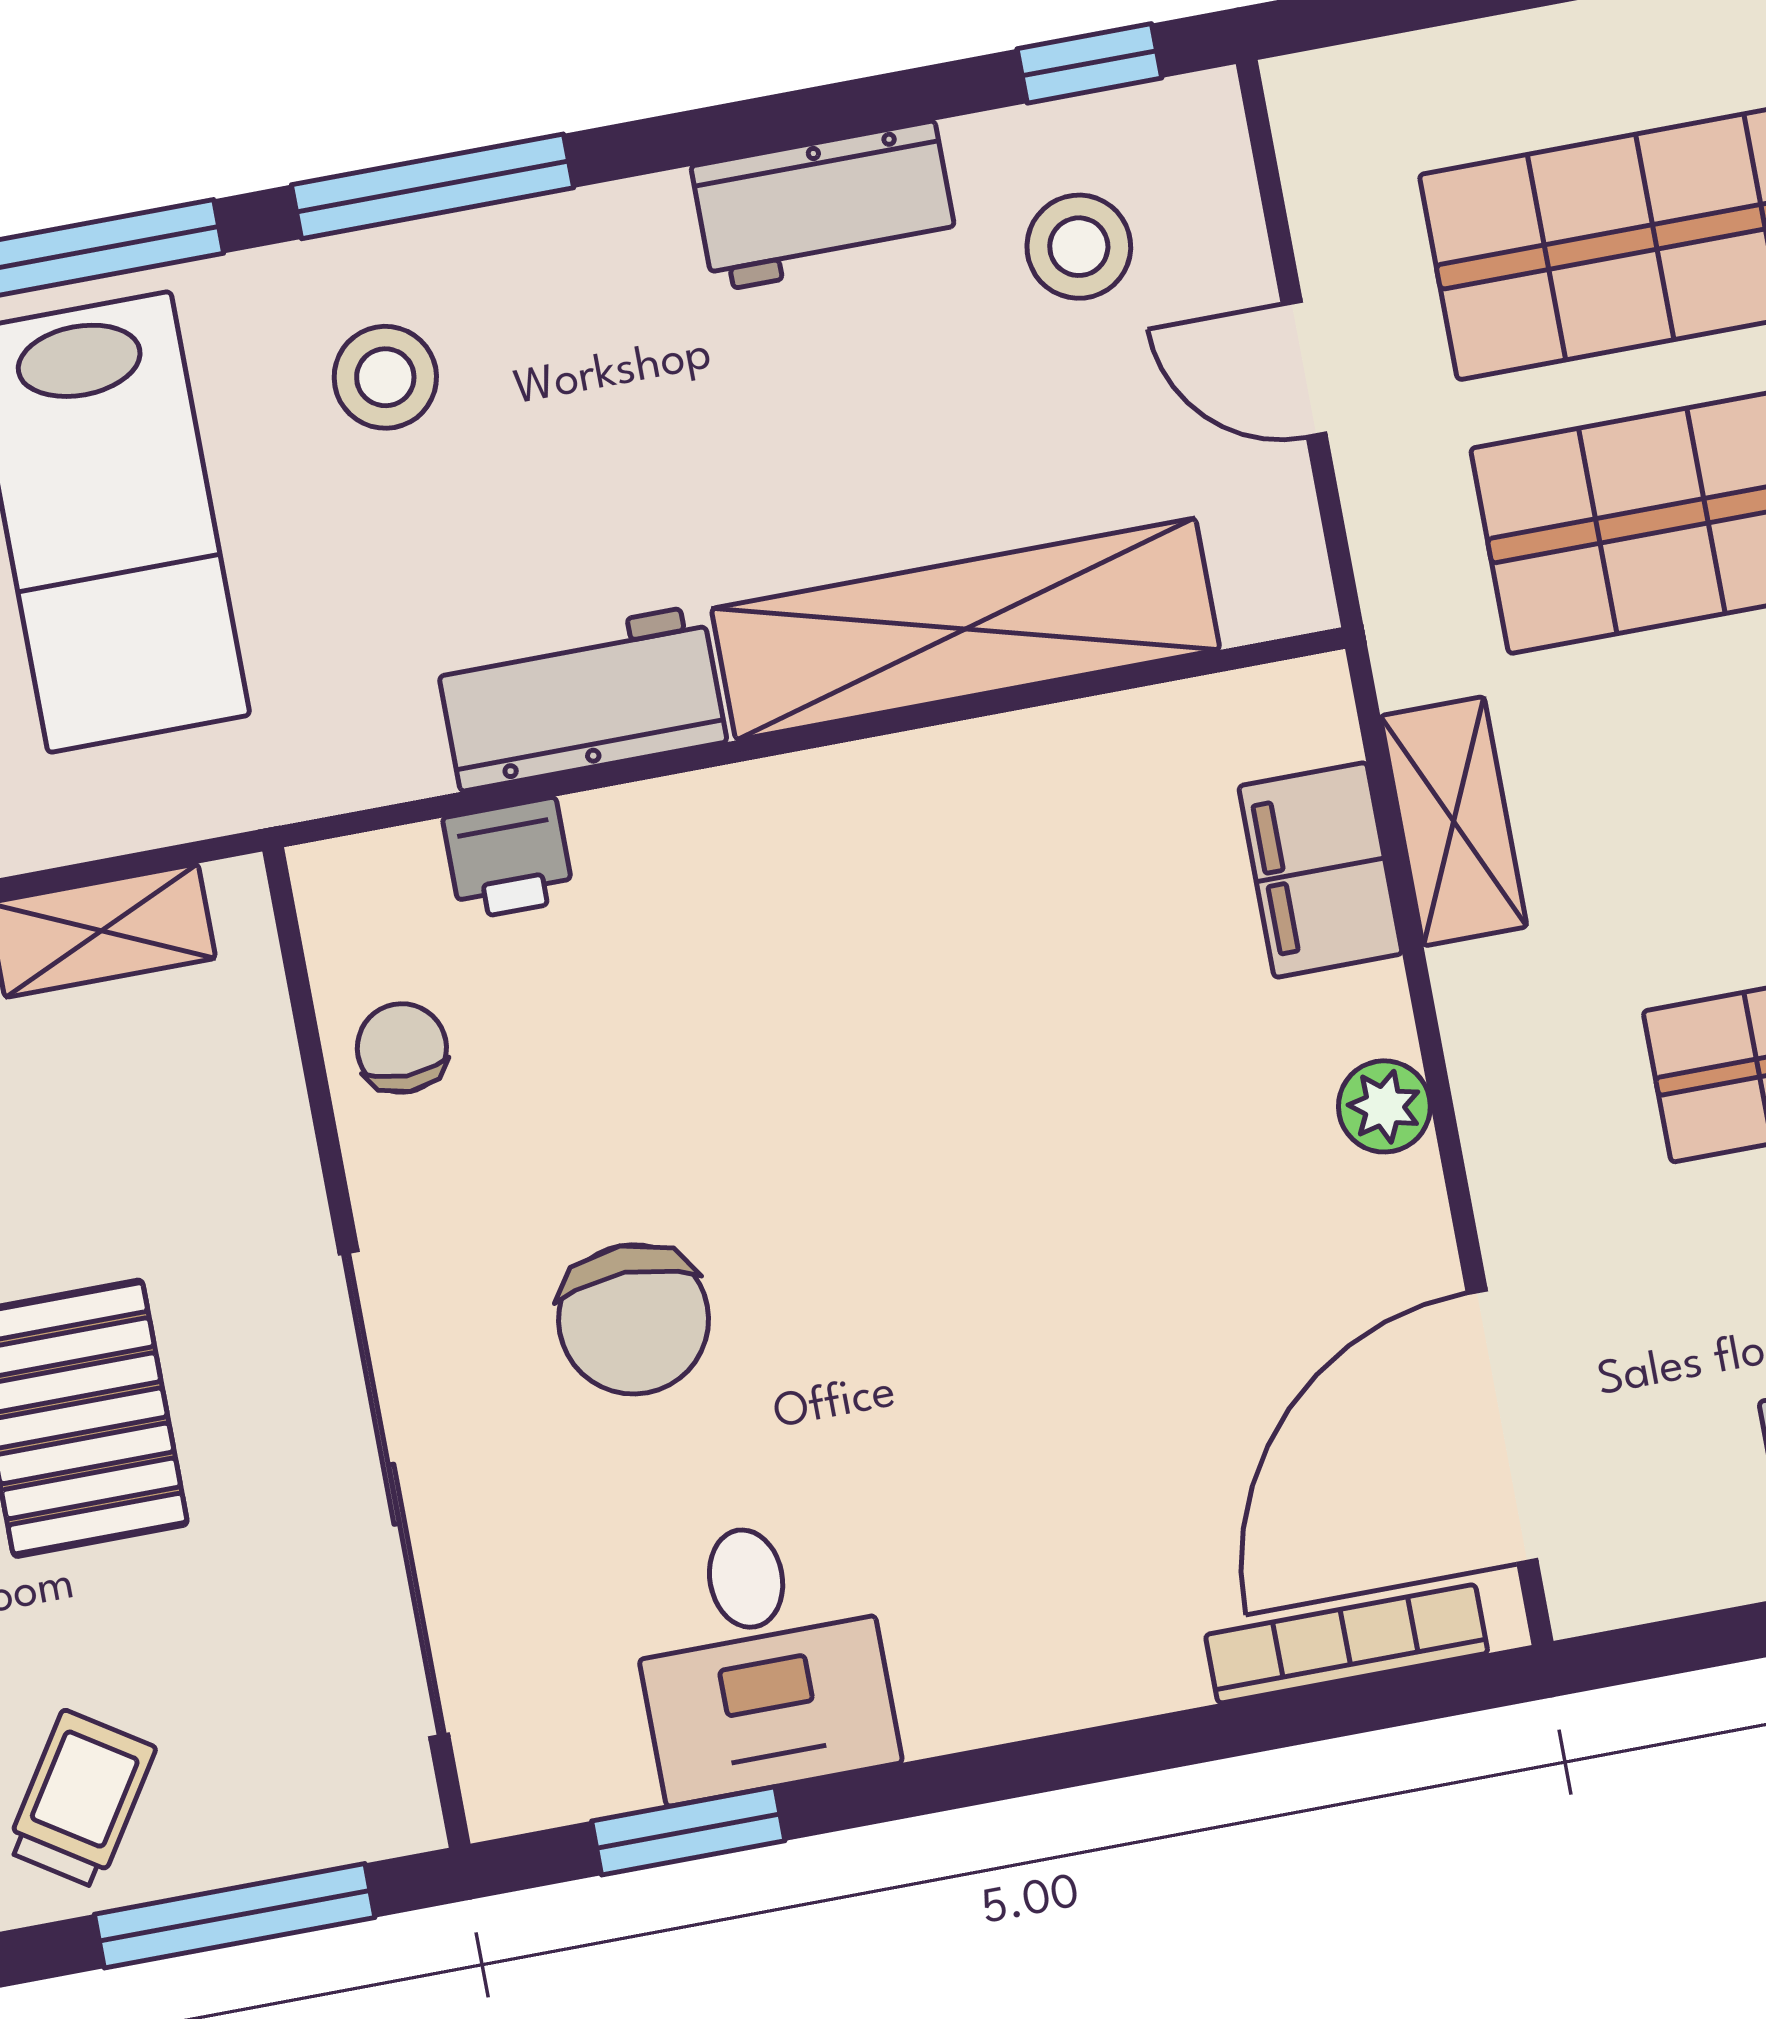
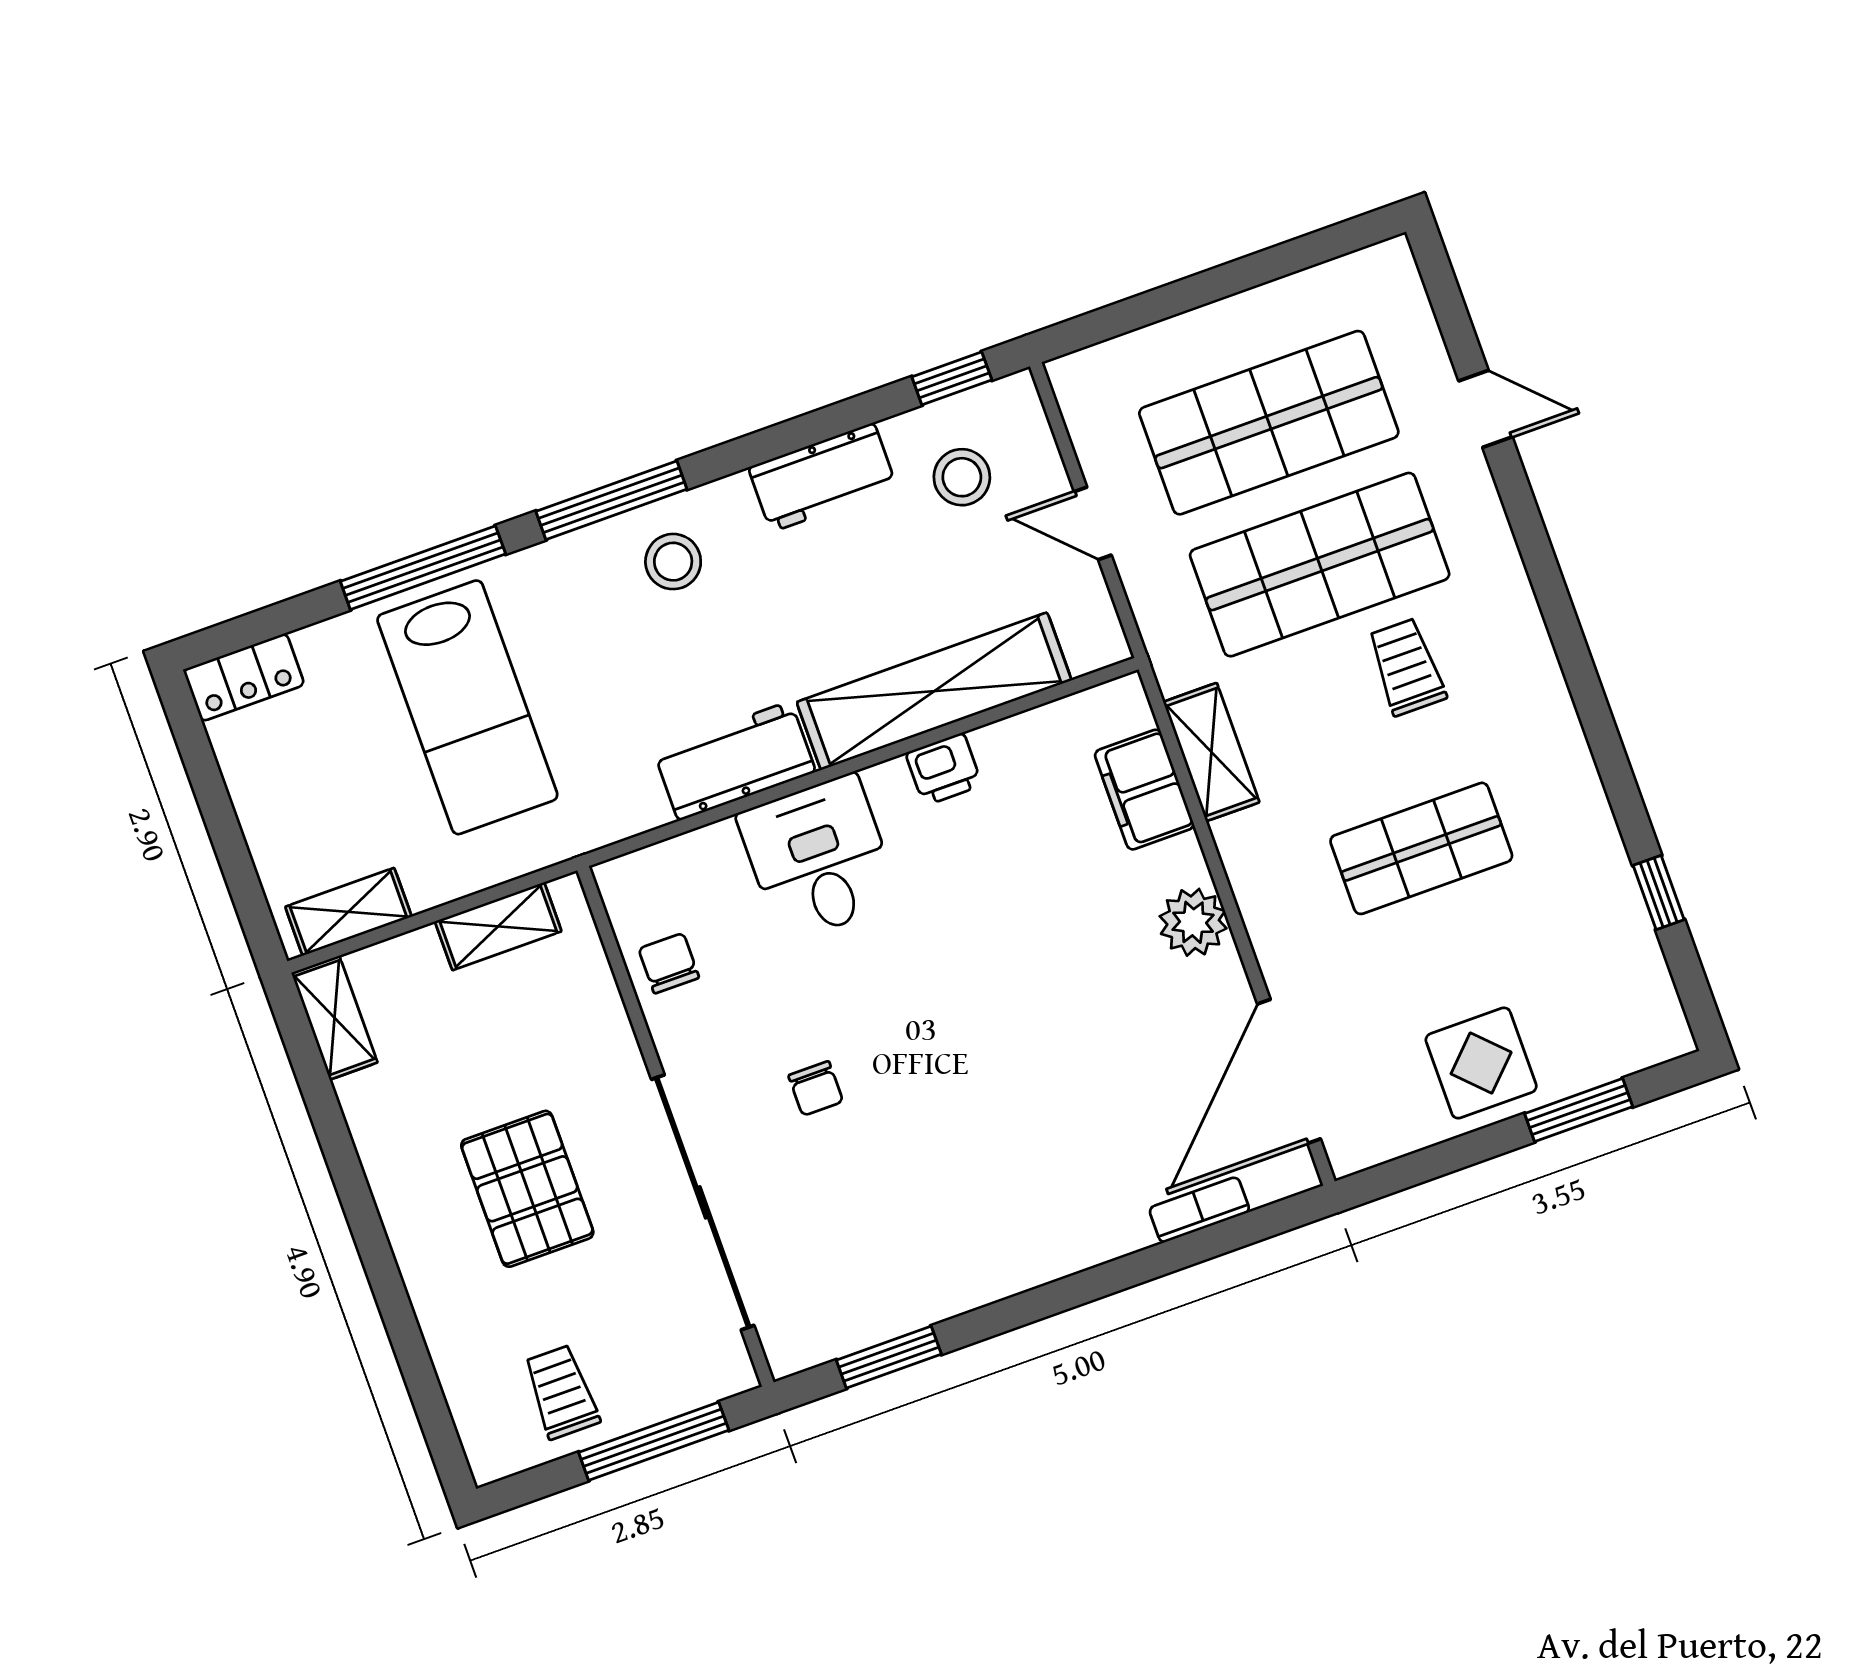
stool: (385, 377) -> (673, 562), moved
printer: (509, 859) -> (944, 769), moved
plant: (1384, 1106) -> (1193, 922), width x1.38, depth x1.38
chair: (634, 1319) -> (816, 1088), width x0.54, depth x0.54
bookcase: (1347, 1644) -> (1199, 1210), width x0.64
desk: (761, 1658) -> (819, 858), moved, turned 180
trolley: (81, 1799) -> (561, 1392), turned -33

